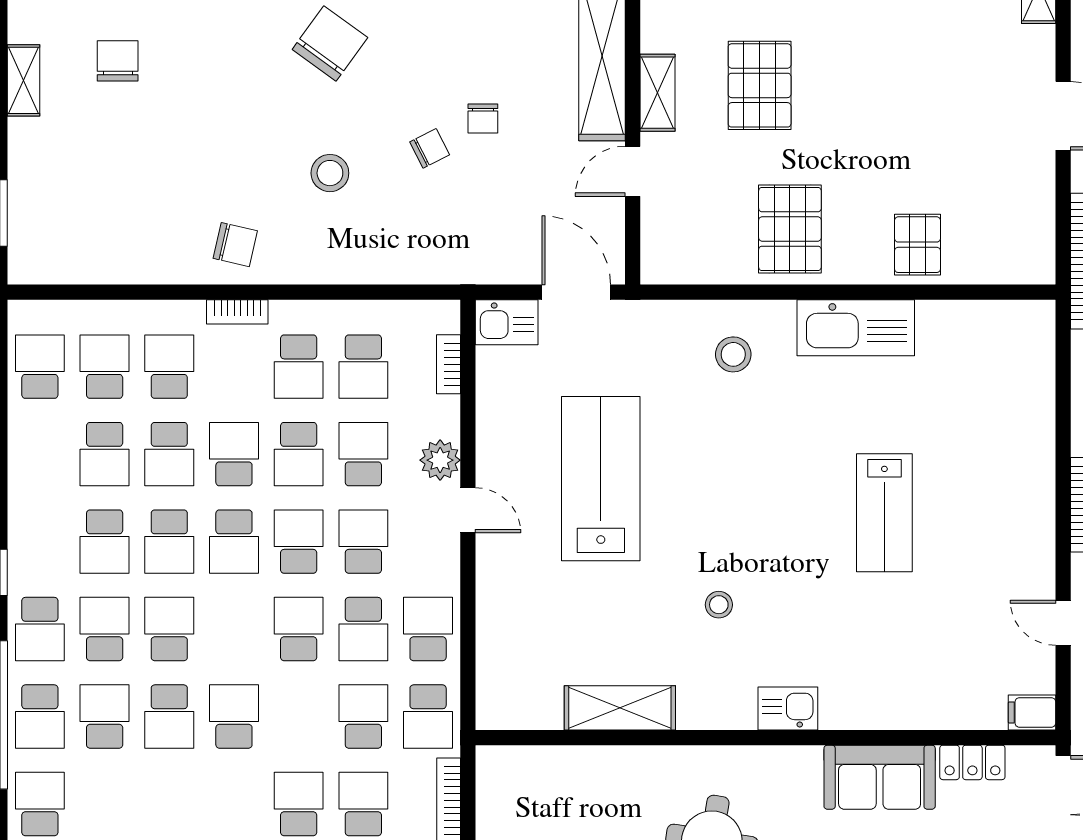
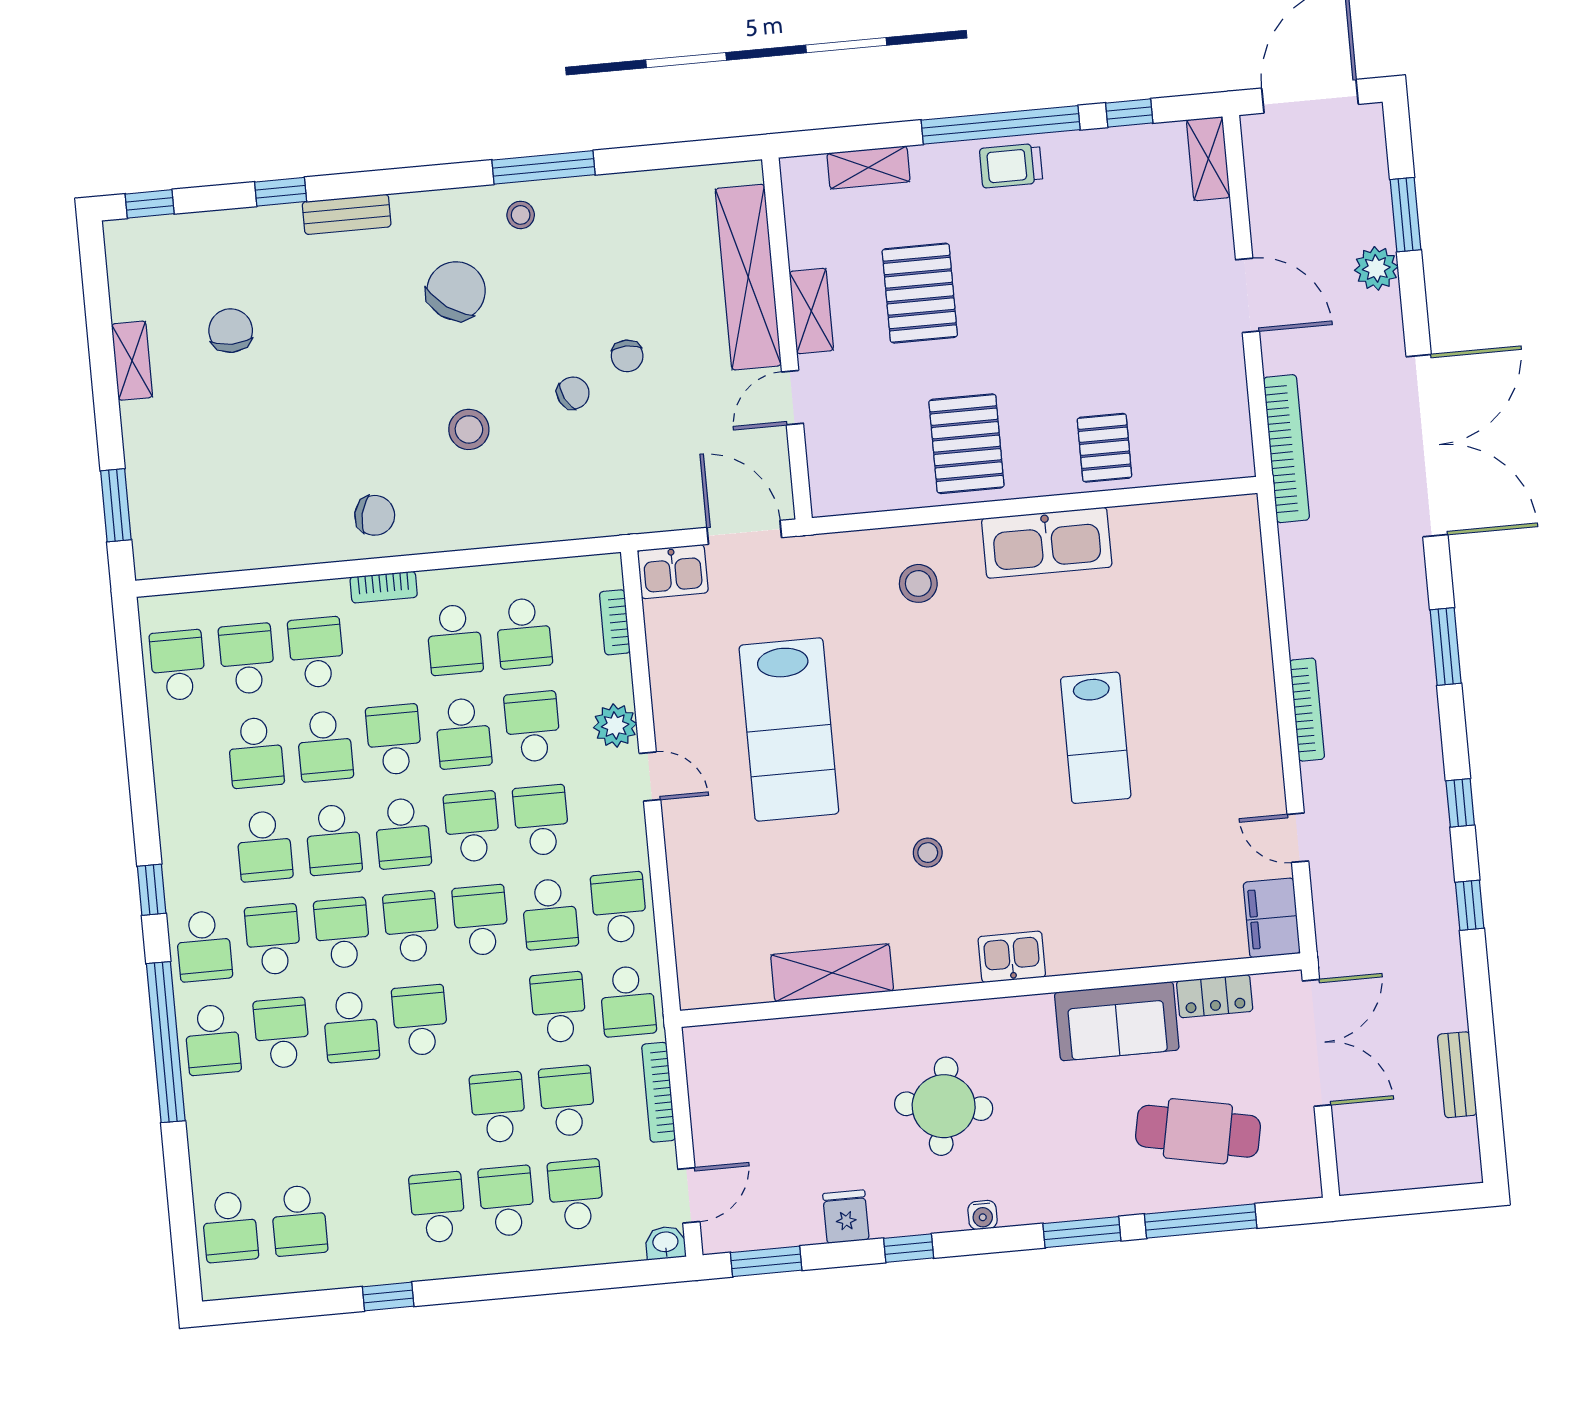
lab bench: (601, 479) -> (789, 729), turned 180
filing cabinet: (1032, 712) -> (1272, 918), width x2.00
school desk: (40, 804) -> (411, 927), moved

